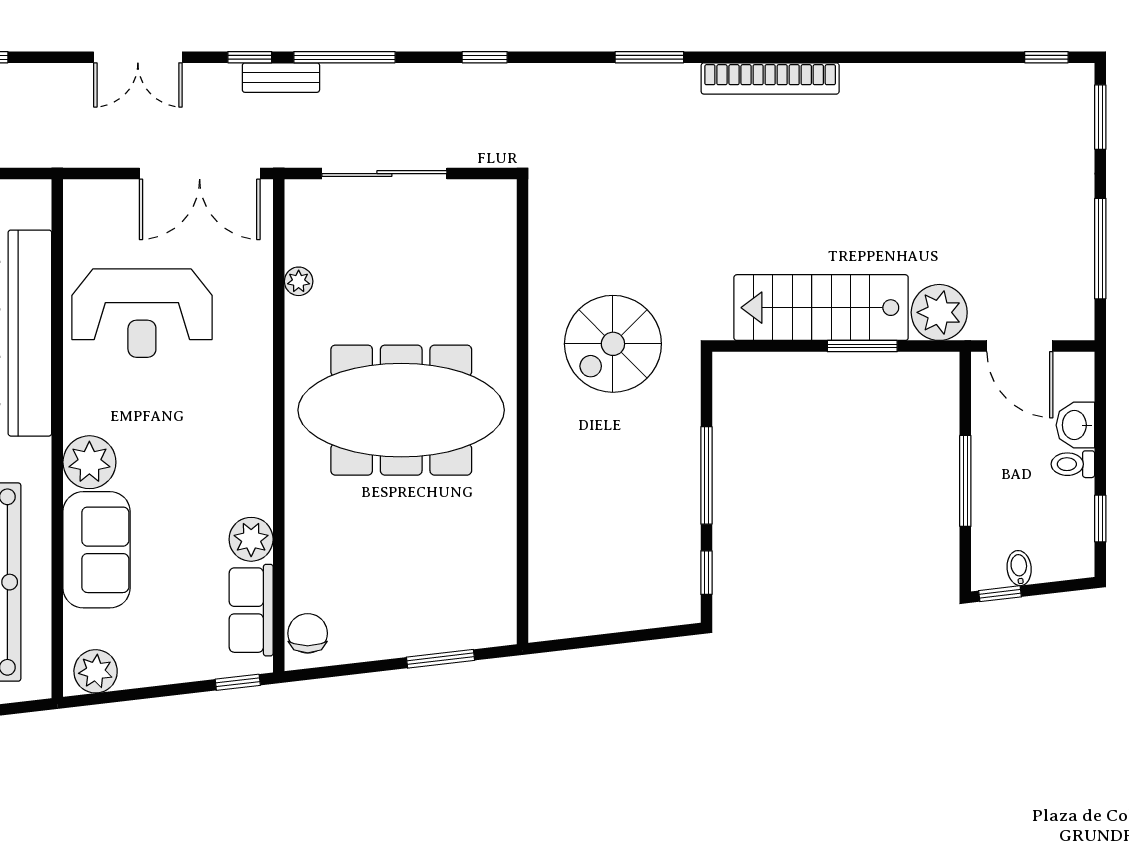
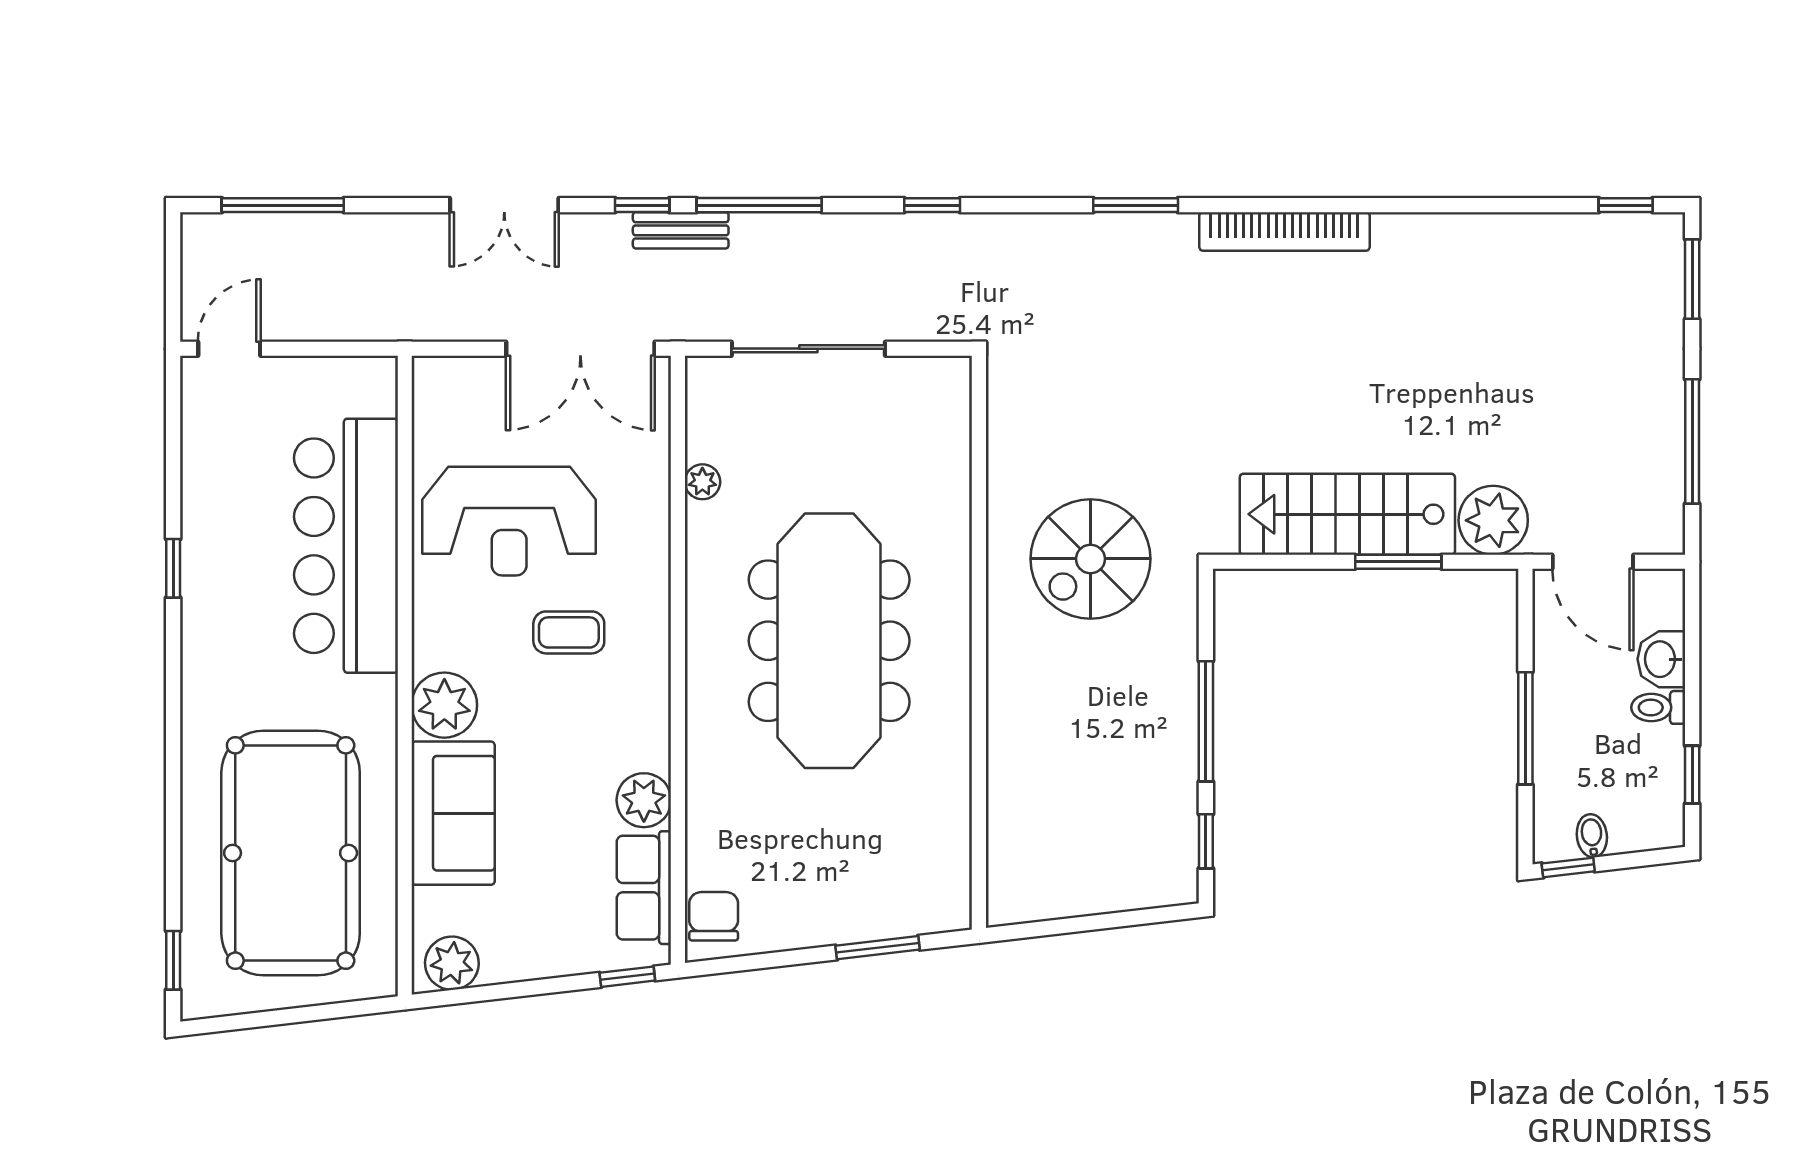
coffee table: (190, 403) -> (569, 632), added
meeting table: (401, 410) -> (829, 641), turned 90

